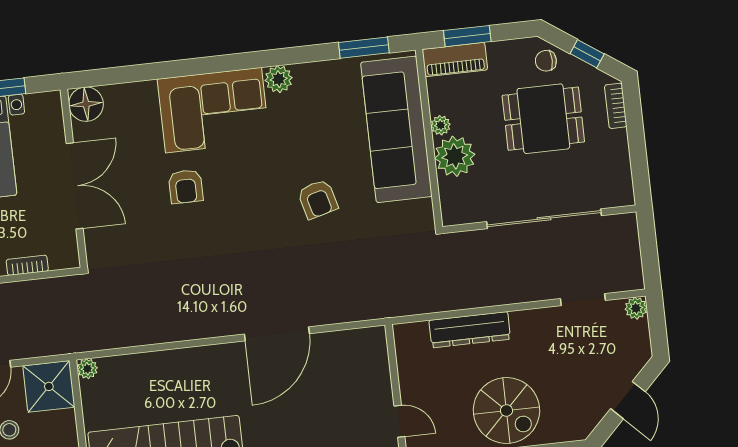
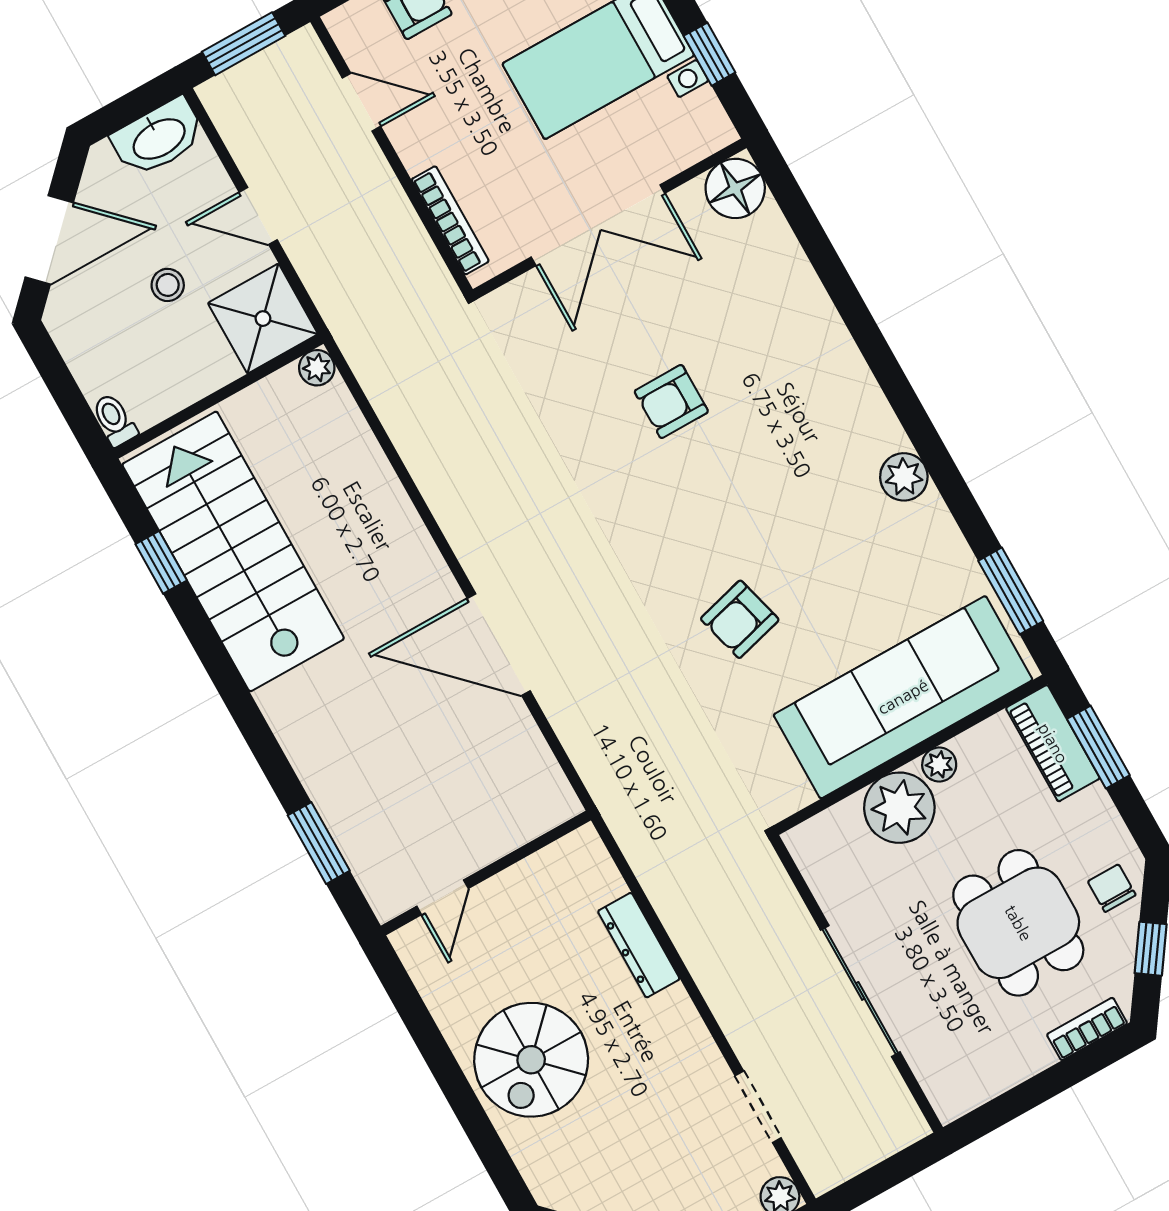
corner sofa: (213, 110) -> (811, 394), removed
sliding door: (544, 219) -> (860, 991), width x0.73
bookcase: (27, 265) -> (450, 220), width x1.56
dresser: (470, 330) -> (639, 945), width x0.73, depth x0.80

